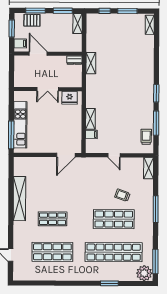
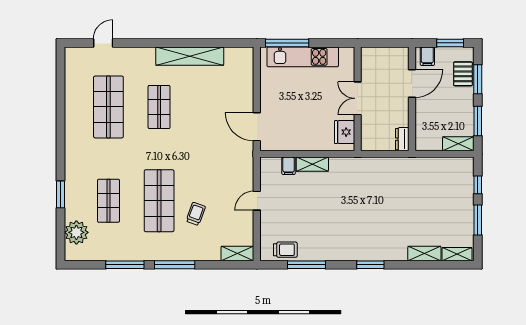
shelving: (91, 63) -> (424, 254), moved
window: (156, 93) -> (370, 265), moved
shop shelf: (114, 252) -> (108, 201), width x0.50, depth x0.74
window: (155, 261) -> (125, 265), moved
plant: (144, 273) -> (76, 232), moved

